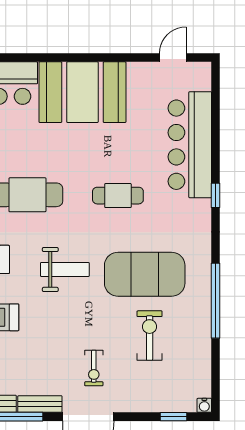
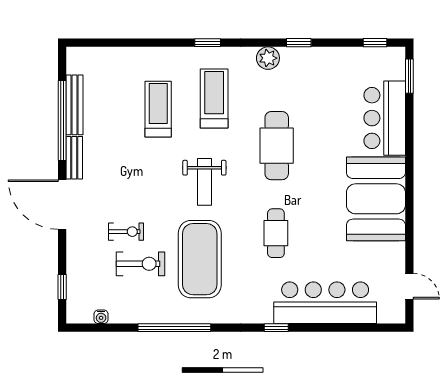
exercise bike: (94, 368) -> (126, 232), moved, turned 180
water cooler: (204, 405) -> (101, 317), moved, turned -90

